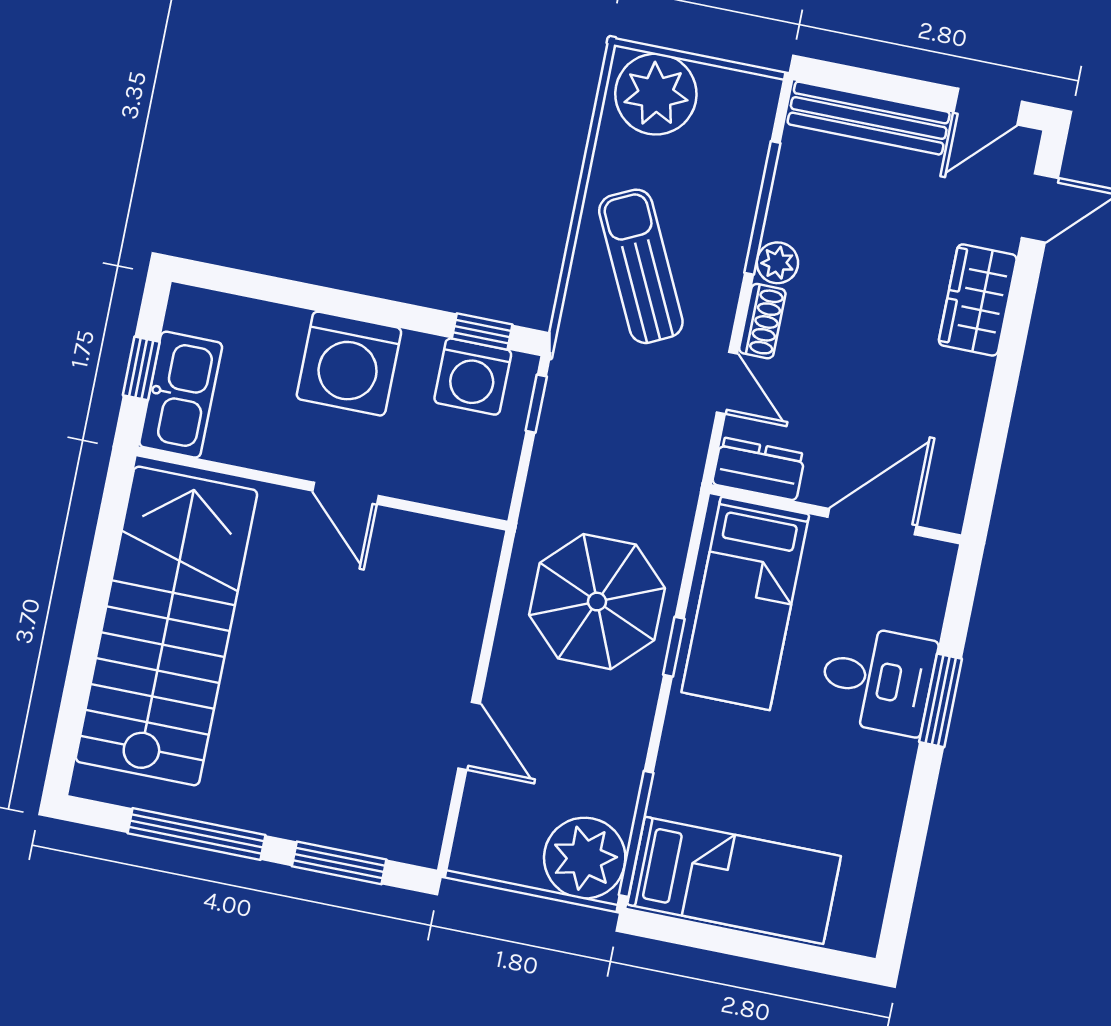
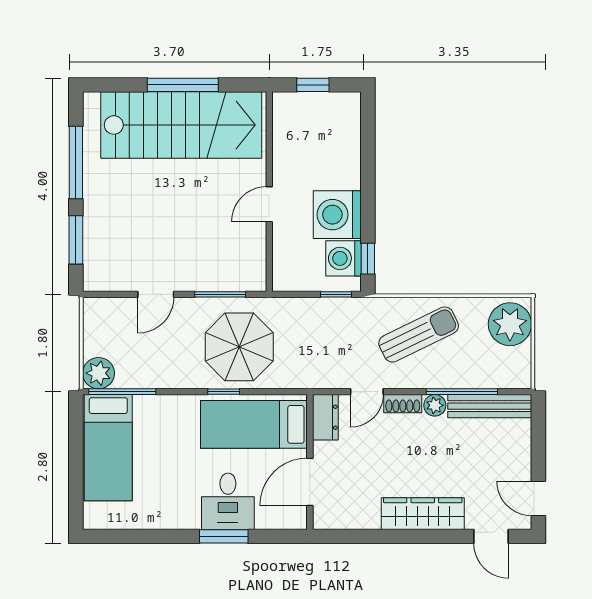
bench: (869, 118) -> (490, 406), moved, turned 90
wardrobe: (978, 300) -> (423, 514), width x1.50
washing machine: (349, 364) -> (337, 215), moved
kitchen sink: (181, 395) -> (303, 108), removed
door: (872, 522) -> (310, 482), swing flipped
window: (93, 608) -> (183, 85), added
window: (493, 617) -> (220, 294), added
plant: (585, 858) -> (98, 373), width x0.73, depth x0.73

